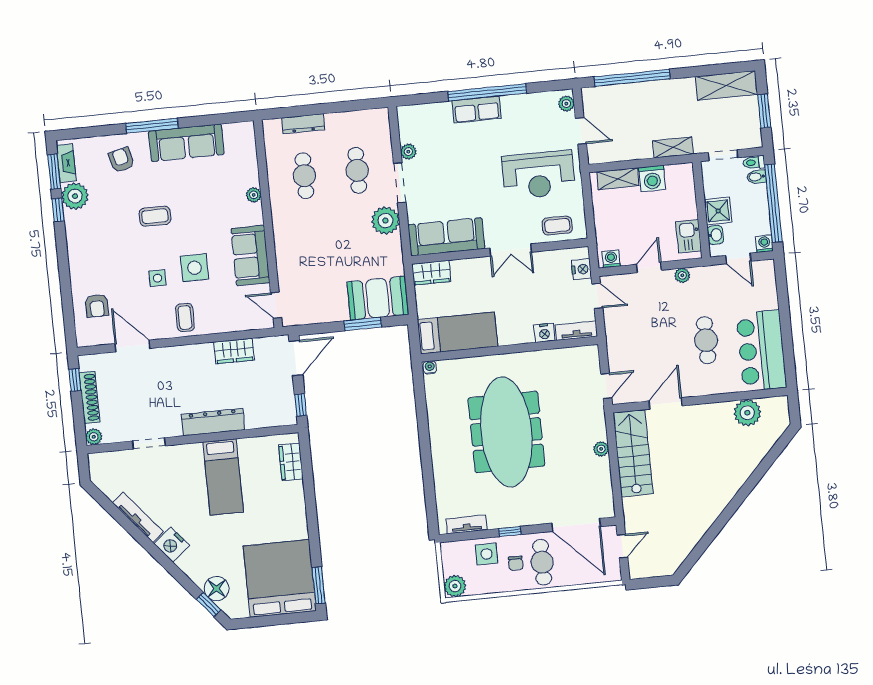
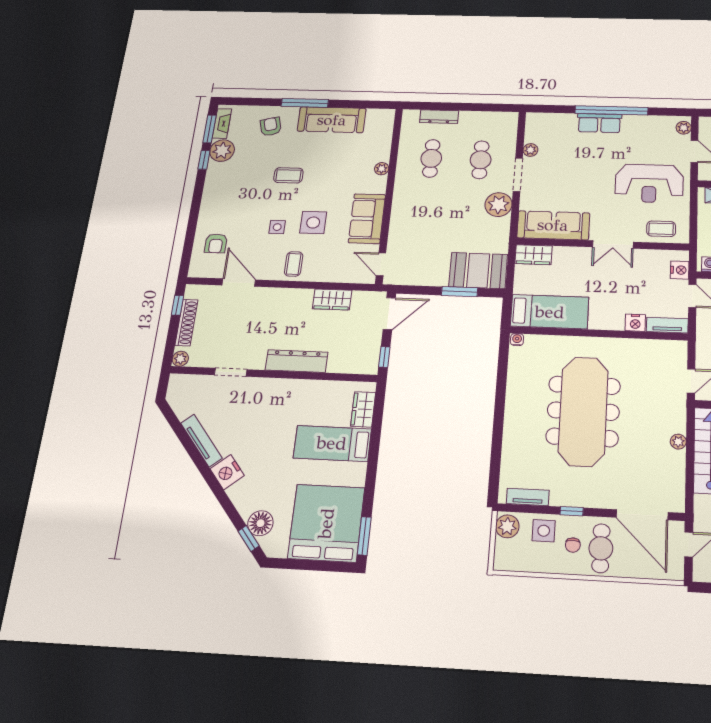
bed: (223, 477) -> (332, 443), moved, turned 90
plant: (455, 586) -> (507, 526), moved

